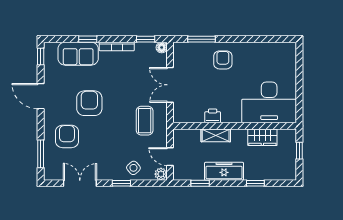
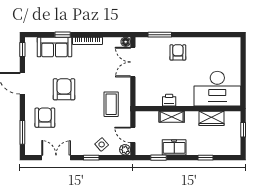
window: (146, 39) -> (112, 35), removed
double door: (170, 85) -> (133, 62), moved
freezer: (224, 171) -> (174, 147), width x0.71

